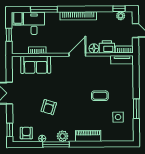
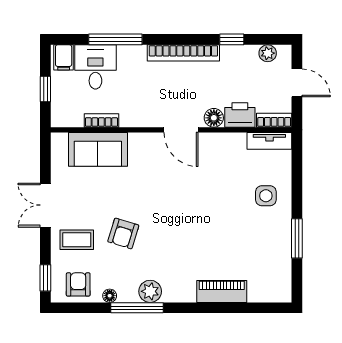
window: (119, 9) -> (232, 39), moved
door: (77, 55) -> (181, 130), swing flipped
coffee table: (100, 96) -> (77, 240), moved
side table: (118, 117) -> (266, 196), moved
piano: (88, 136) -> (222, 291), moved

